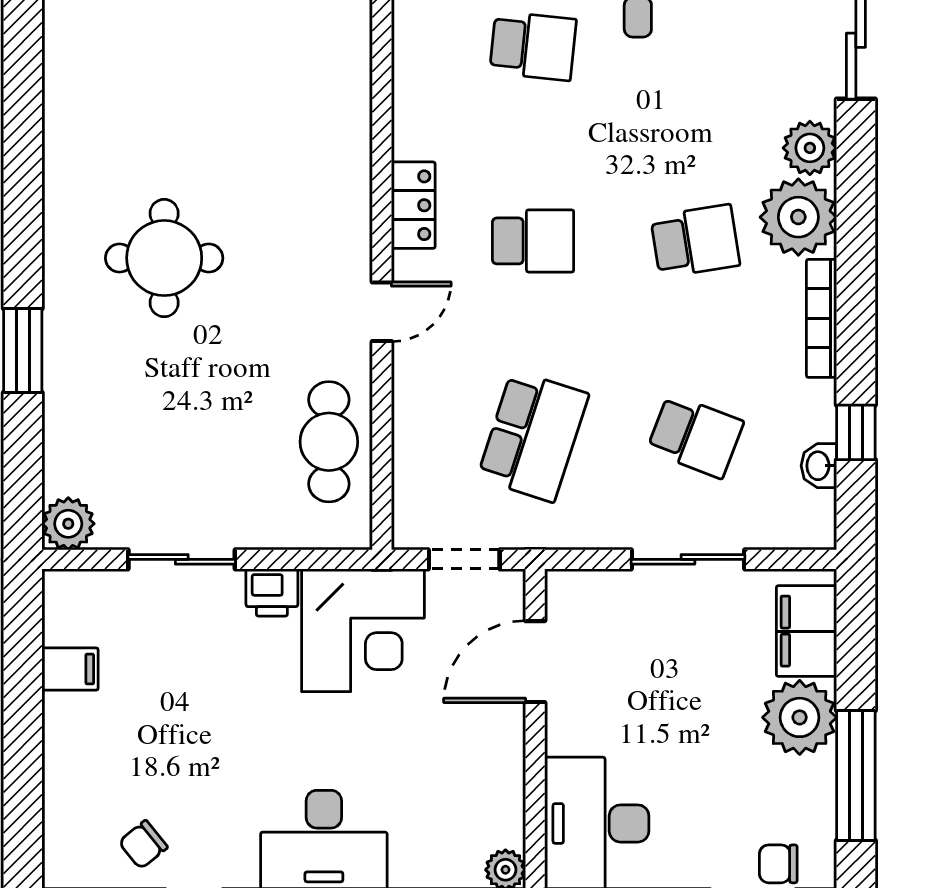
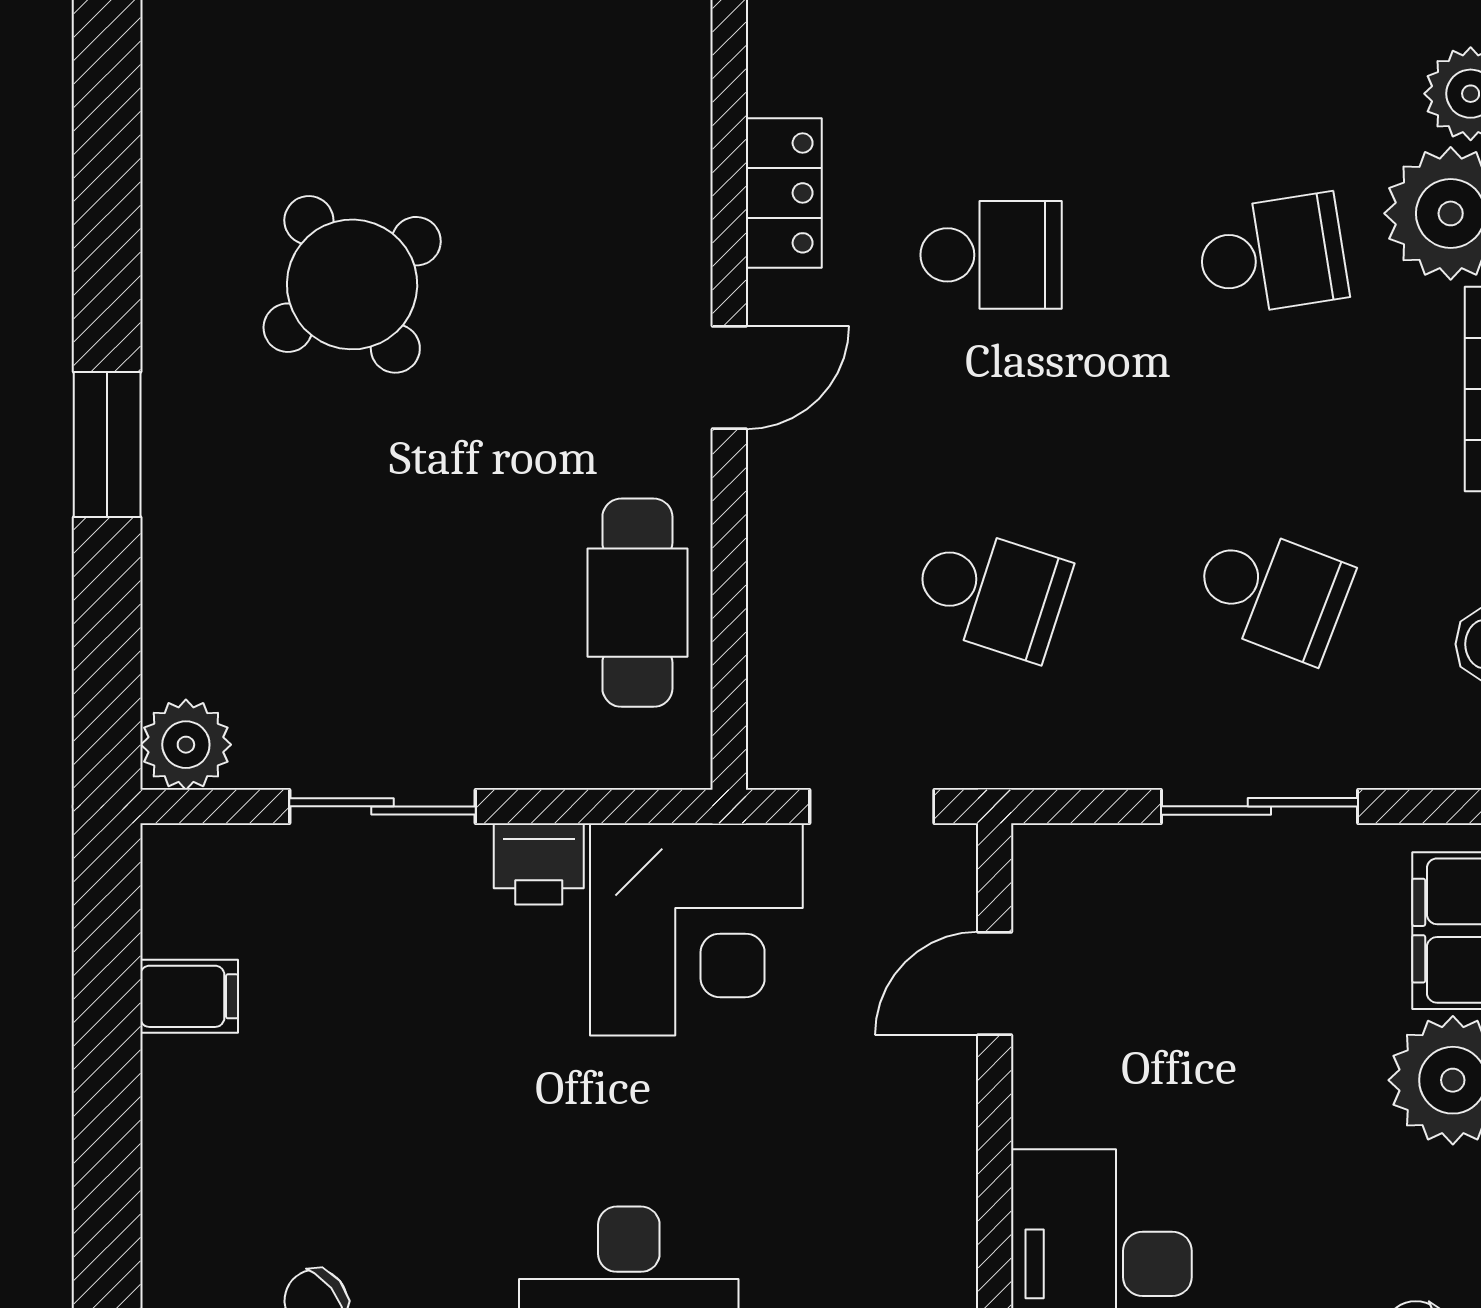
round table: (164, 258) -> (352, 284), turned -34
school desk: (533, 436) -> (991, 593), width x0.54
door: (535, 662) -> (995, 983), width x0.73

